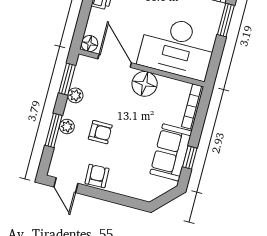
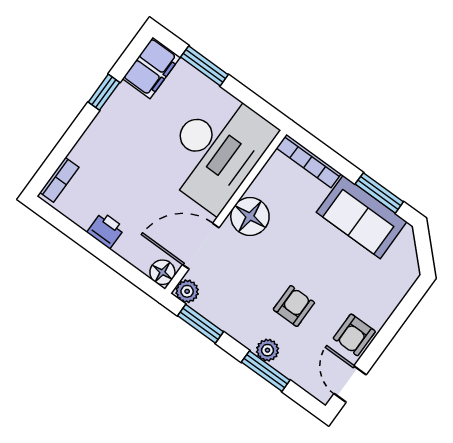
plant: (75, 95) -> (187, 291), moved
window: (190, 157) -> (379, 193), width x1.50
armchair: (97, 176) -> (354, 335), turned -88
door: (66, 185) -> (350, 384), swing flipped

